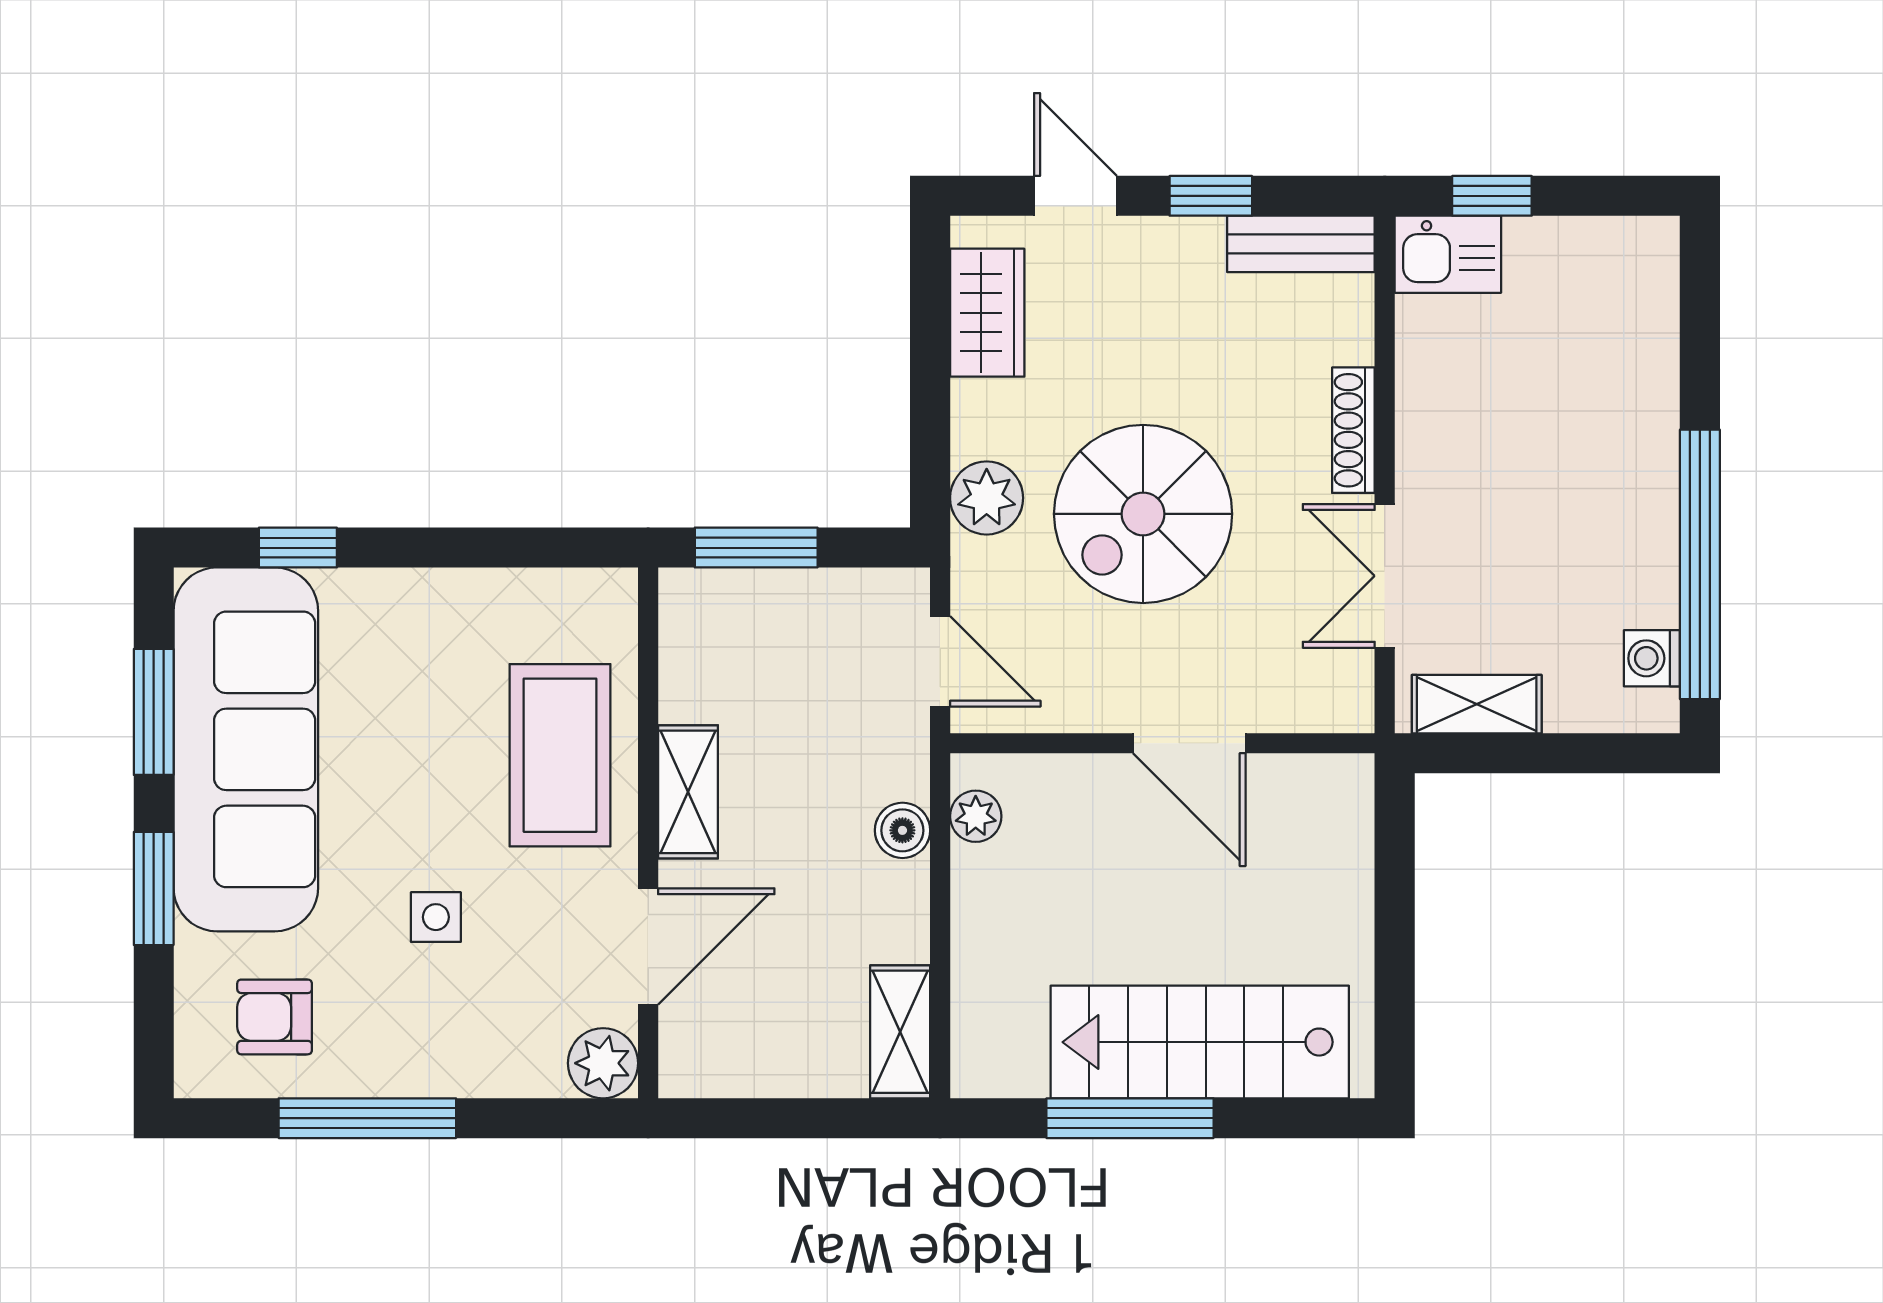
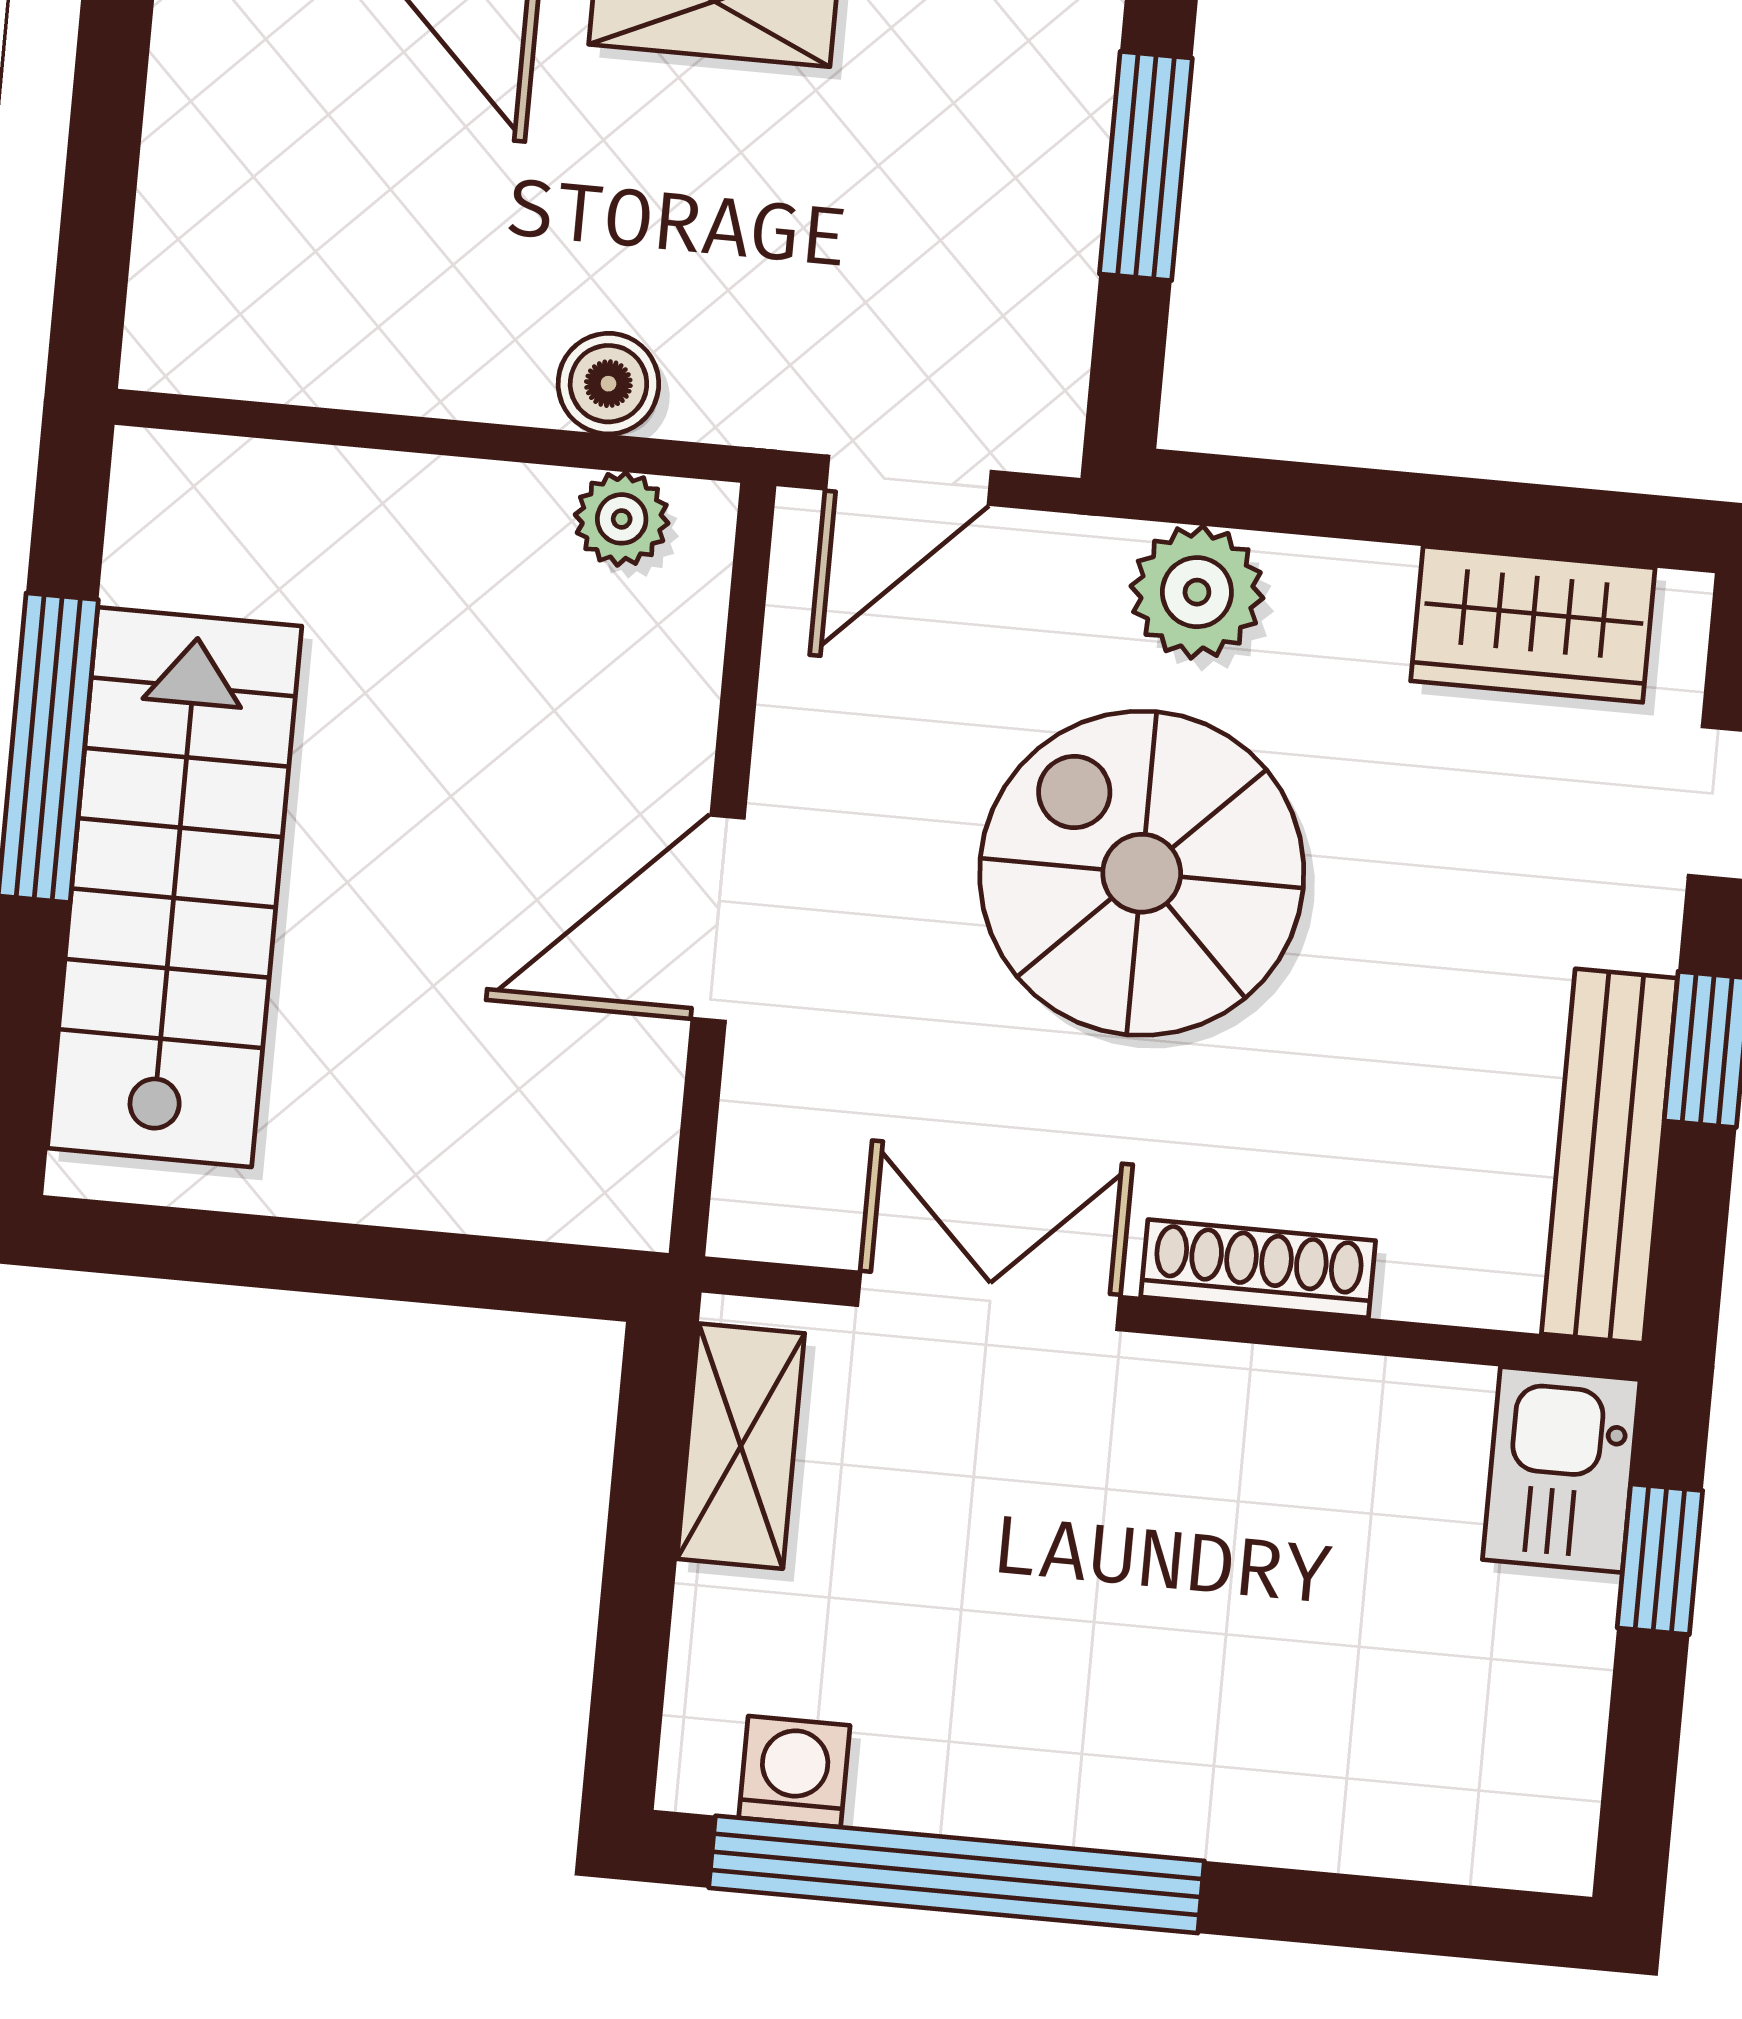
bench: (1301, 244) -> (1609, 1156), width x1.36
shelving: (900, 1032) -> (244, 346), removed

